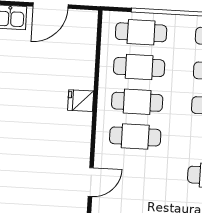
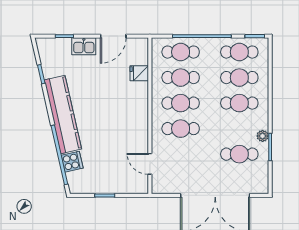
fridge: (81, 101) -> (139, 73), moved
door: (91, 182) -> (150, 164), swing flipped

